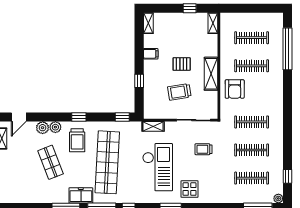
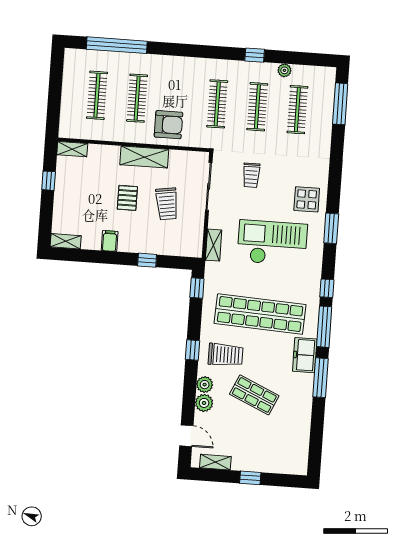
shop shelf: (51, 162) -> (254, 395), turned 45
window: (287, 176) -> (255, 55), moved
plant: (278, 198) -> (284, 70), moved

